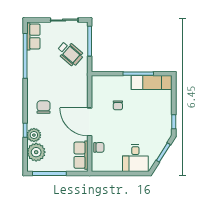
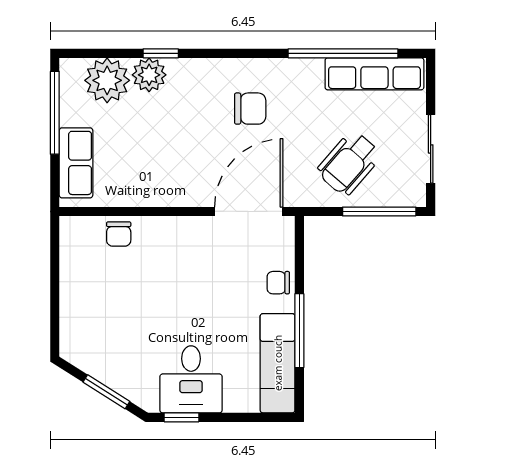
row of seats: (33, 36) -> (374, 74), width x1.48
chair: (118, 105) -> (278, 283), moved
chair: (44, 107) -> (250, 109), moved
door: (90, 122) -> (249, 211), moved
row of seats: (81, 155) -> (76, 163), moved, turned 90
desk: (135, 158) -> (191, 379), moved, turned -90

